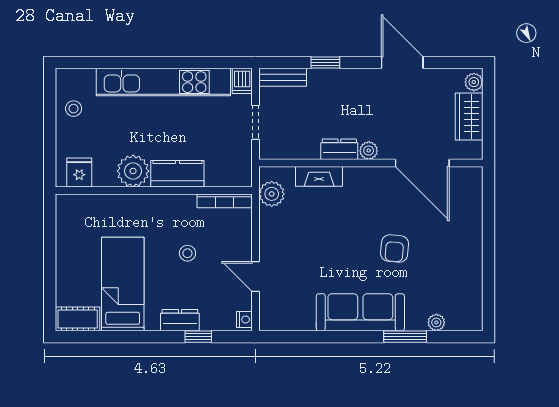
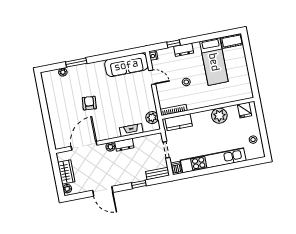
door: (422, 163) -> (84, 146), hinge flipped
kitchen counter: (177, 174) -> (179, 122), moved
sofa: (360, 312) -> (126, 65), moved

